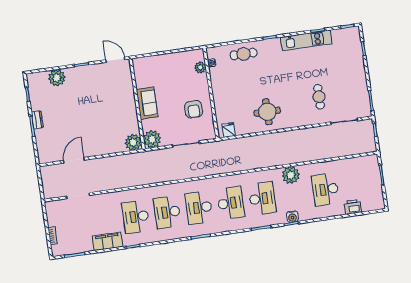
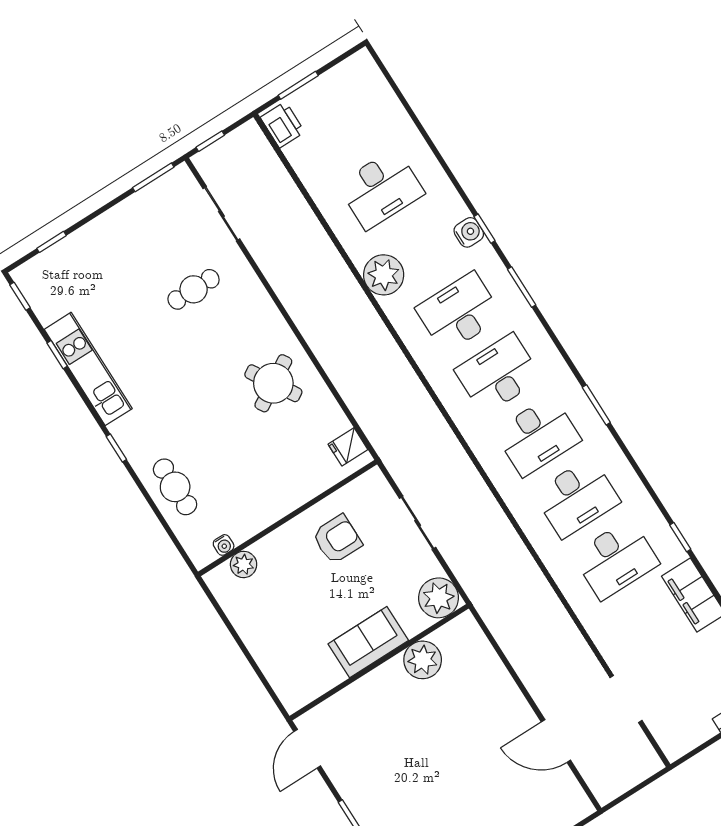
round table: (267, 112) -> (273, 383), turned -31
plant: (133, 142) -> (423, 660), moved
printer: (353, 207) -> (282, 125), moved, turned 180

